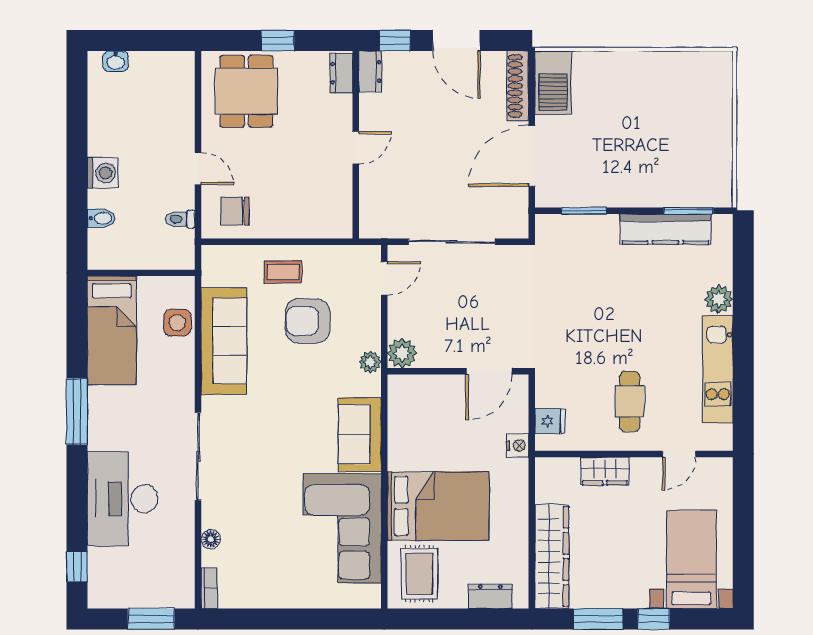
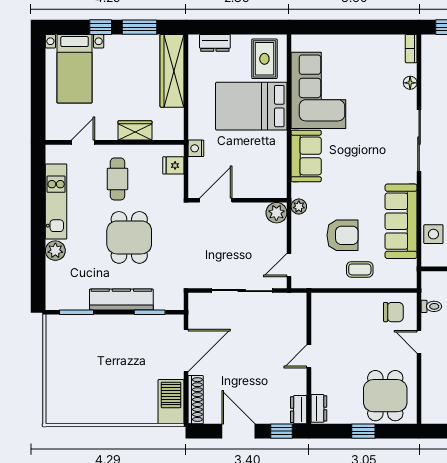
kitchen counter: (665, 229) -> (121, 299), moved
dining table: (613, 318) -> (129, 237), added

